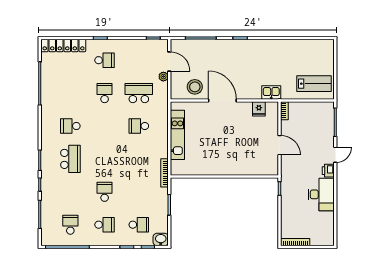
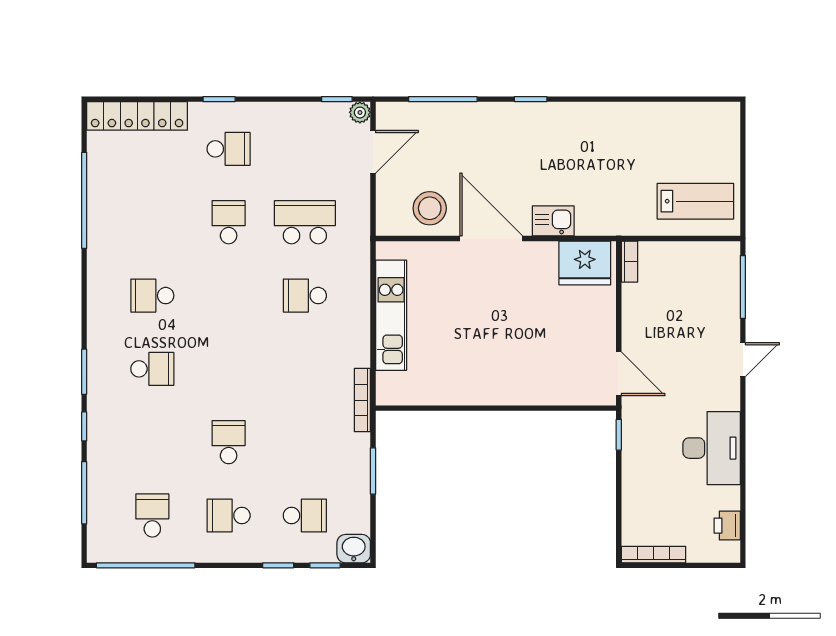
door: (169, 62) -> (373, 152), hinge flipped
plant: (163, 77) -> (360, 112), moved
kitchen sink: (271, 93) -> (553, 221), moved
fridge: (259, 109) -> (585, 263), width x1.88, depth x1.34
door: (280, 145) -> (619, 374), moved
school desk: (70, 159) -> (152, 369), width x0.54
printer: (328, 171) -> (727, 526), moved
school desk: (105, 225) -> (229, 516), turned 180

